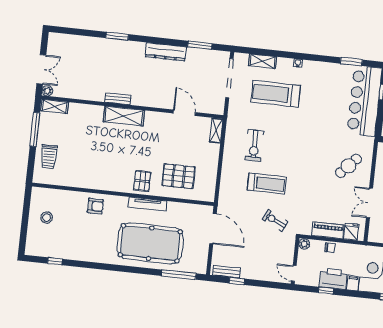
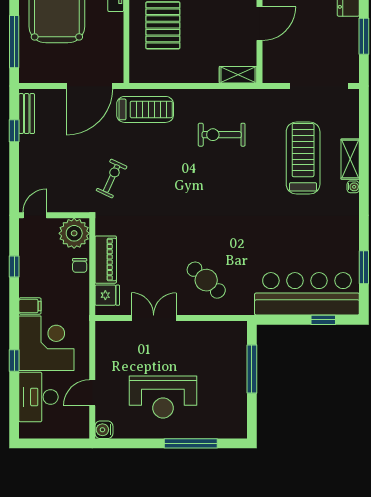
shelving: (263, 61) -> (350, 159), moved
treadmill: (267, 184) -> (145, 109), moved, turned -90
plant: (304, 244) -> (74, 233), width x1.88, depth x1.88
printer: (333, 279) -> (34, 276), removed

